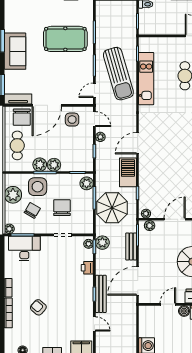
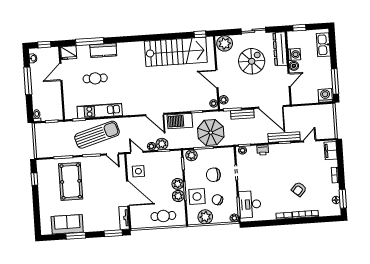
sofa: (15, 51) -> (67, 224), moved
chair: (22, 117) -> (139, 214), removed
door: (94, 119) -> (137, 152), hinge flipped
plant: (102, 243) -> (162, 144), moved
door: (168, 304) -> (289, 80), swing flipped

